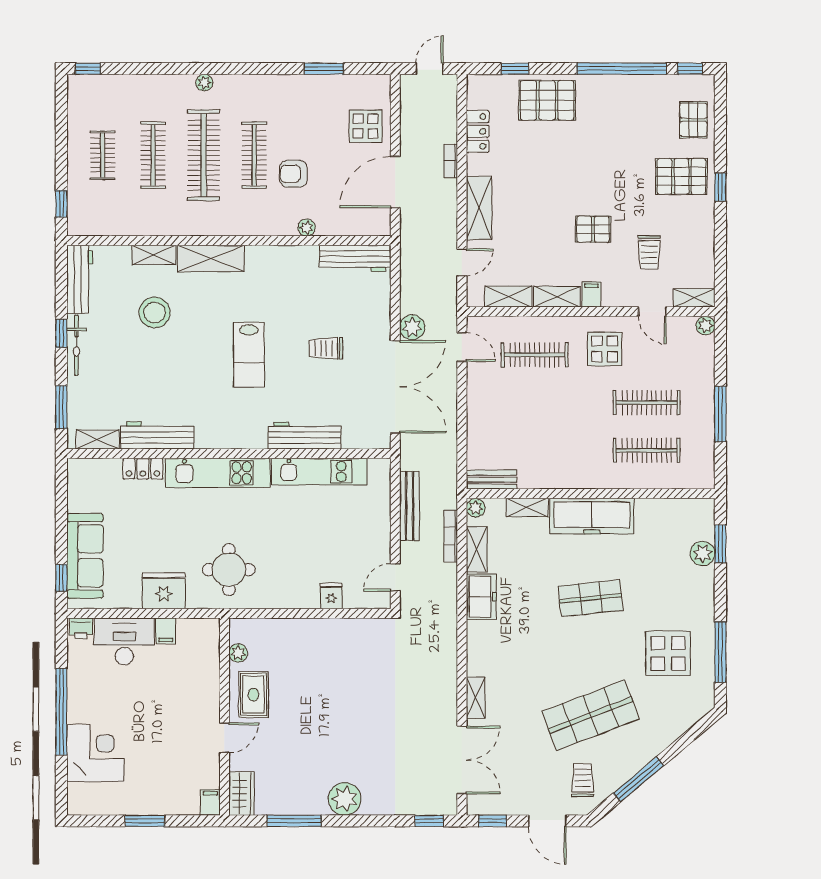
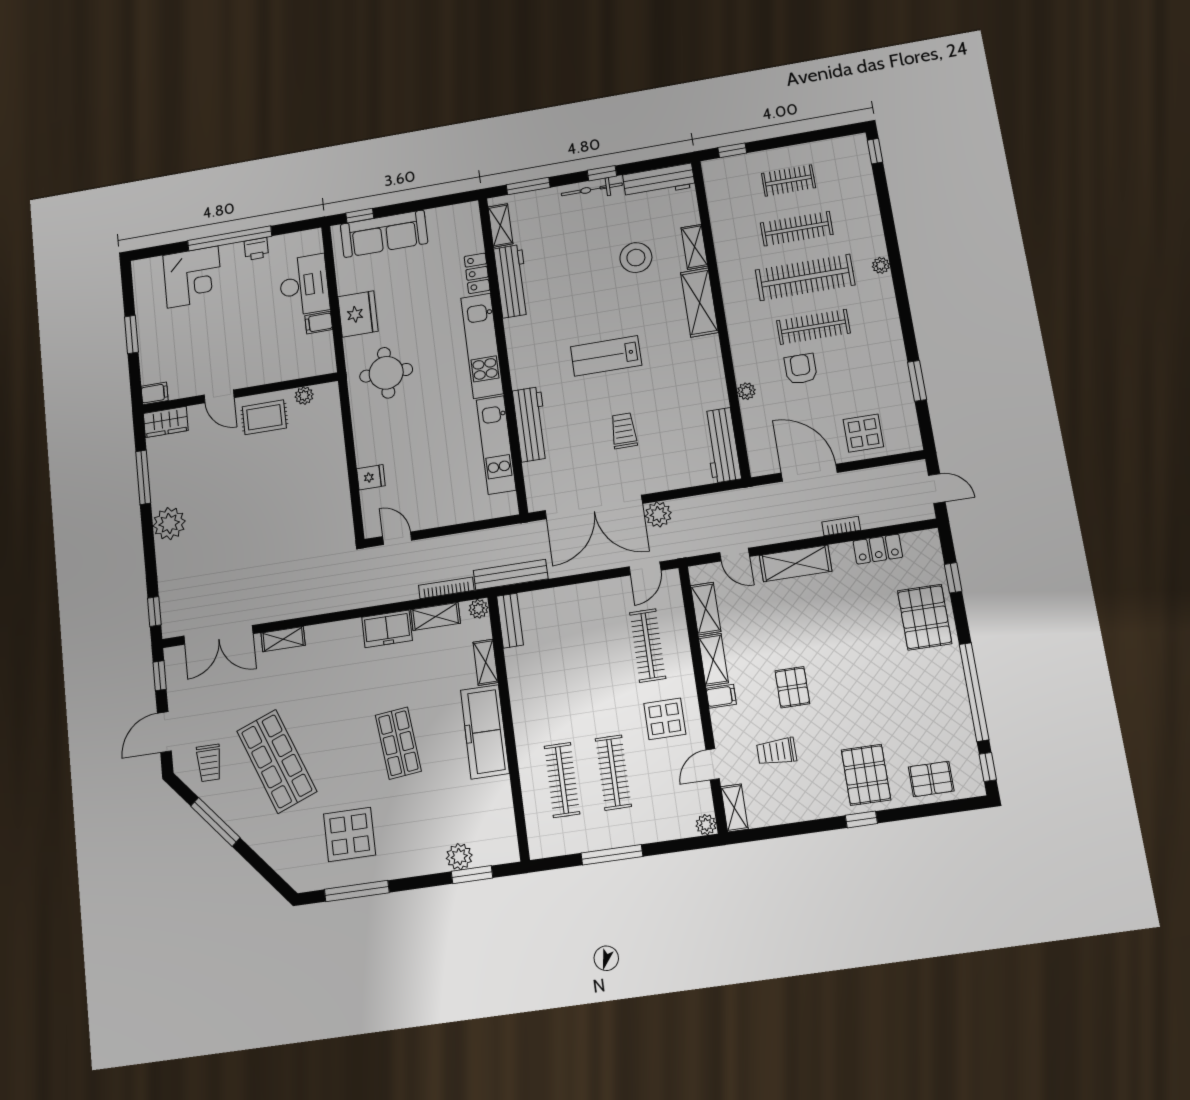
bench: (409, 506) -> (511, 575), moved
printer: (81, 628) -> (256, 249), moved, turned -90
trolley: (583, 780) -> (209, 763), turned 90

